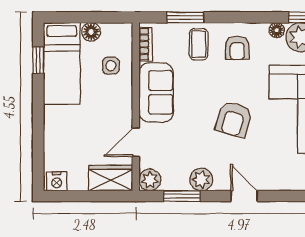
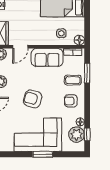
floor lamp: (91, 32) -> (79, 40), moved
door: (136, 142) -> (20, 47), swing flipped

